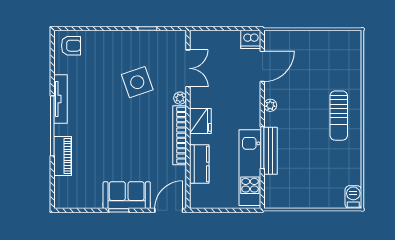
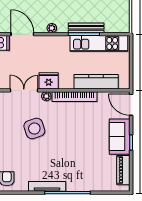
fridge: (200, 121) -> (49, 81), moved
piano: (63, 156) -> (123, 170), moved, turned -90
kitchen counter: (199, 164) -> (96, 82), width x1.50

